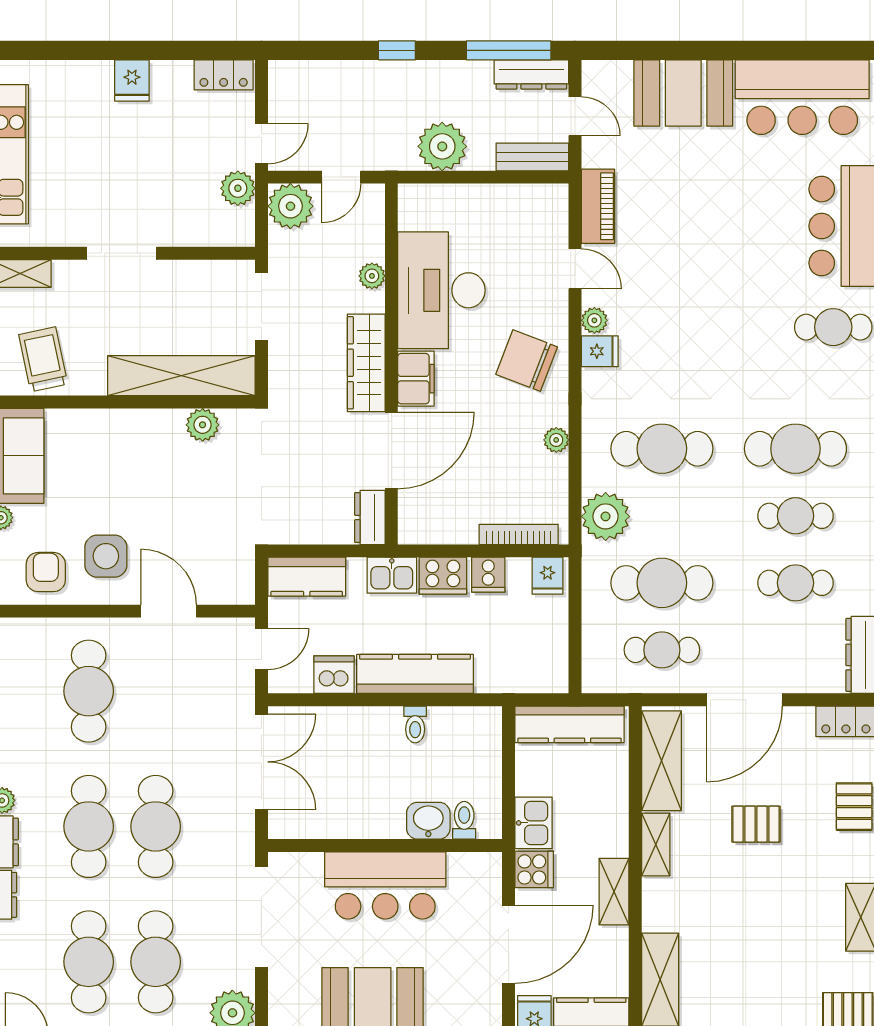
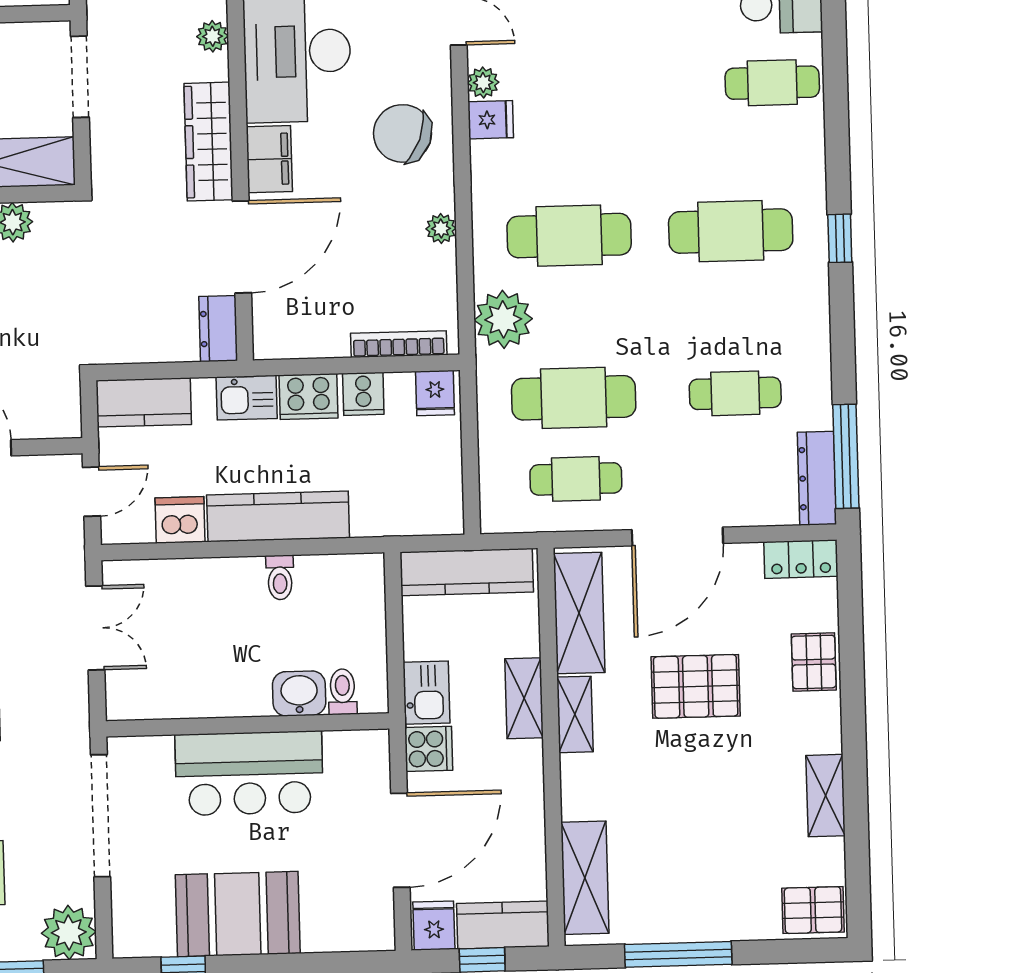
cafe table: (795, 516) -> (733, 312), removed
double door: (261, 762) -> (95, 628), width x0.73
pallet: (756, 824) -> (696, 686), width x1.50, depth x1.42
shelving: (614, 892) -> (524, 698), moved

